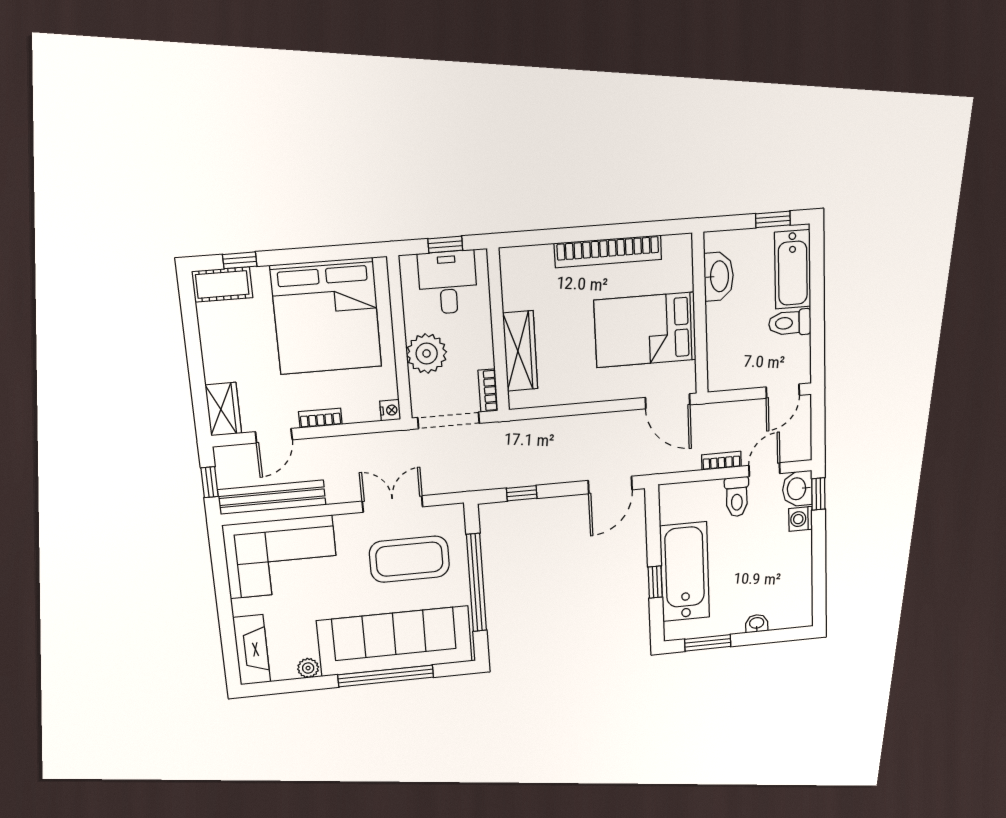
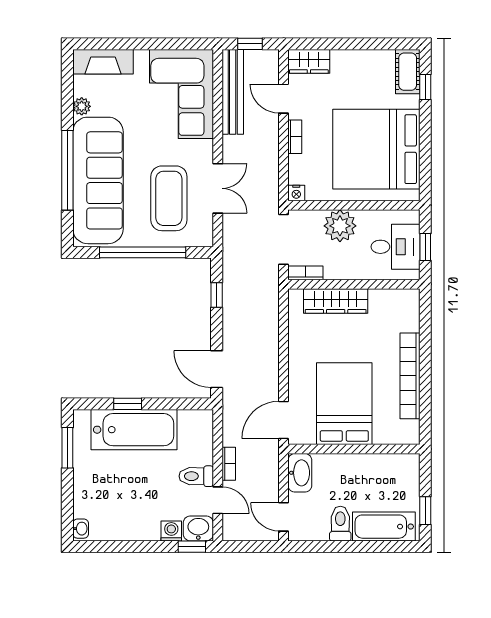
washbasin: (719, 276) -> (300, 473), moved, turned -90
washbasin: (757, 623) -> (81, 529), moved

